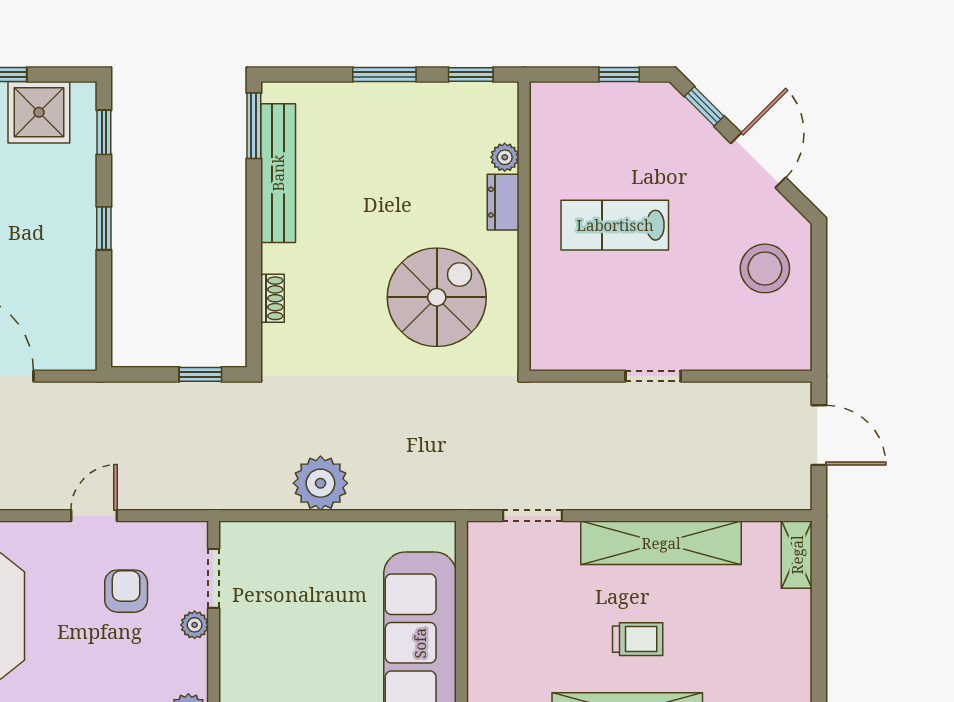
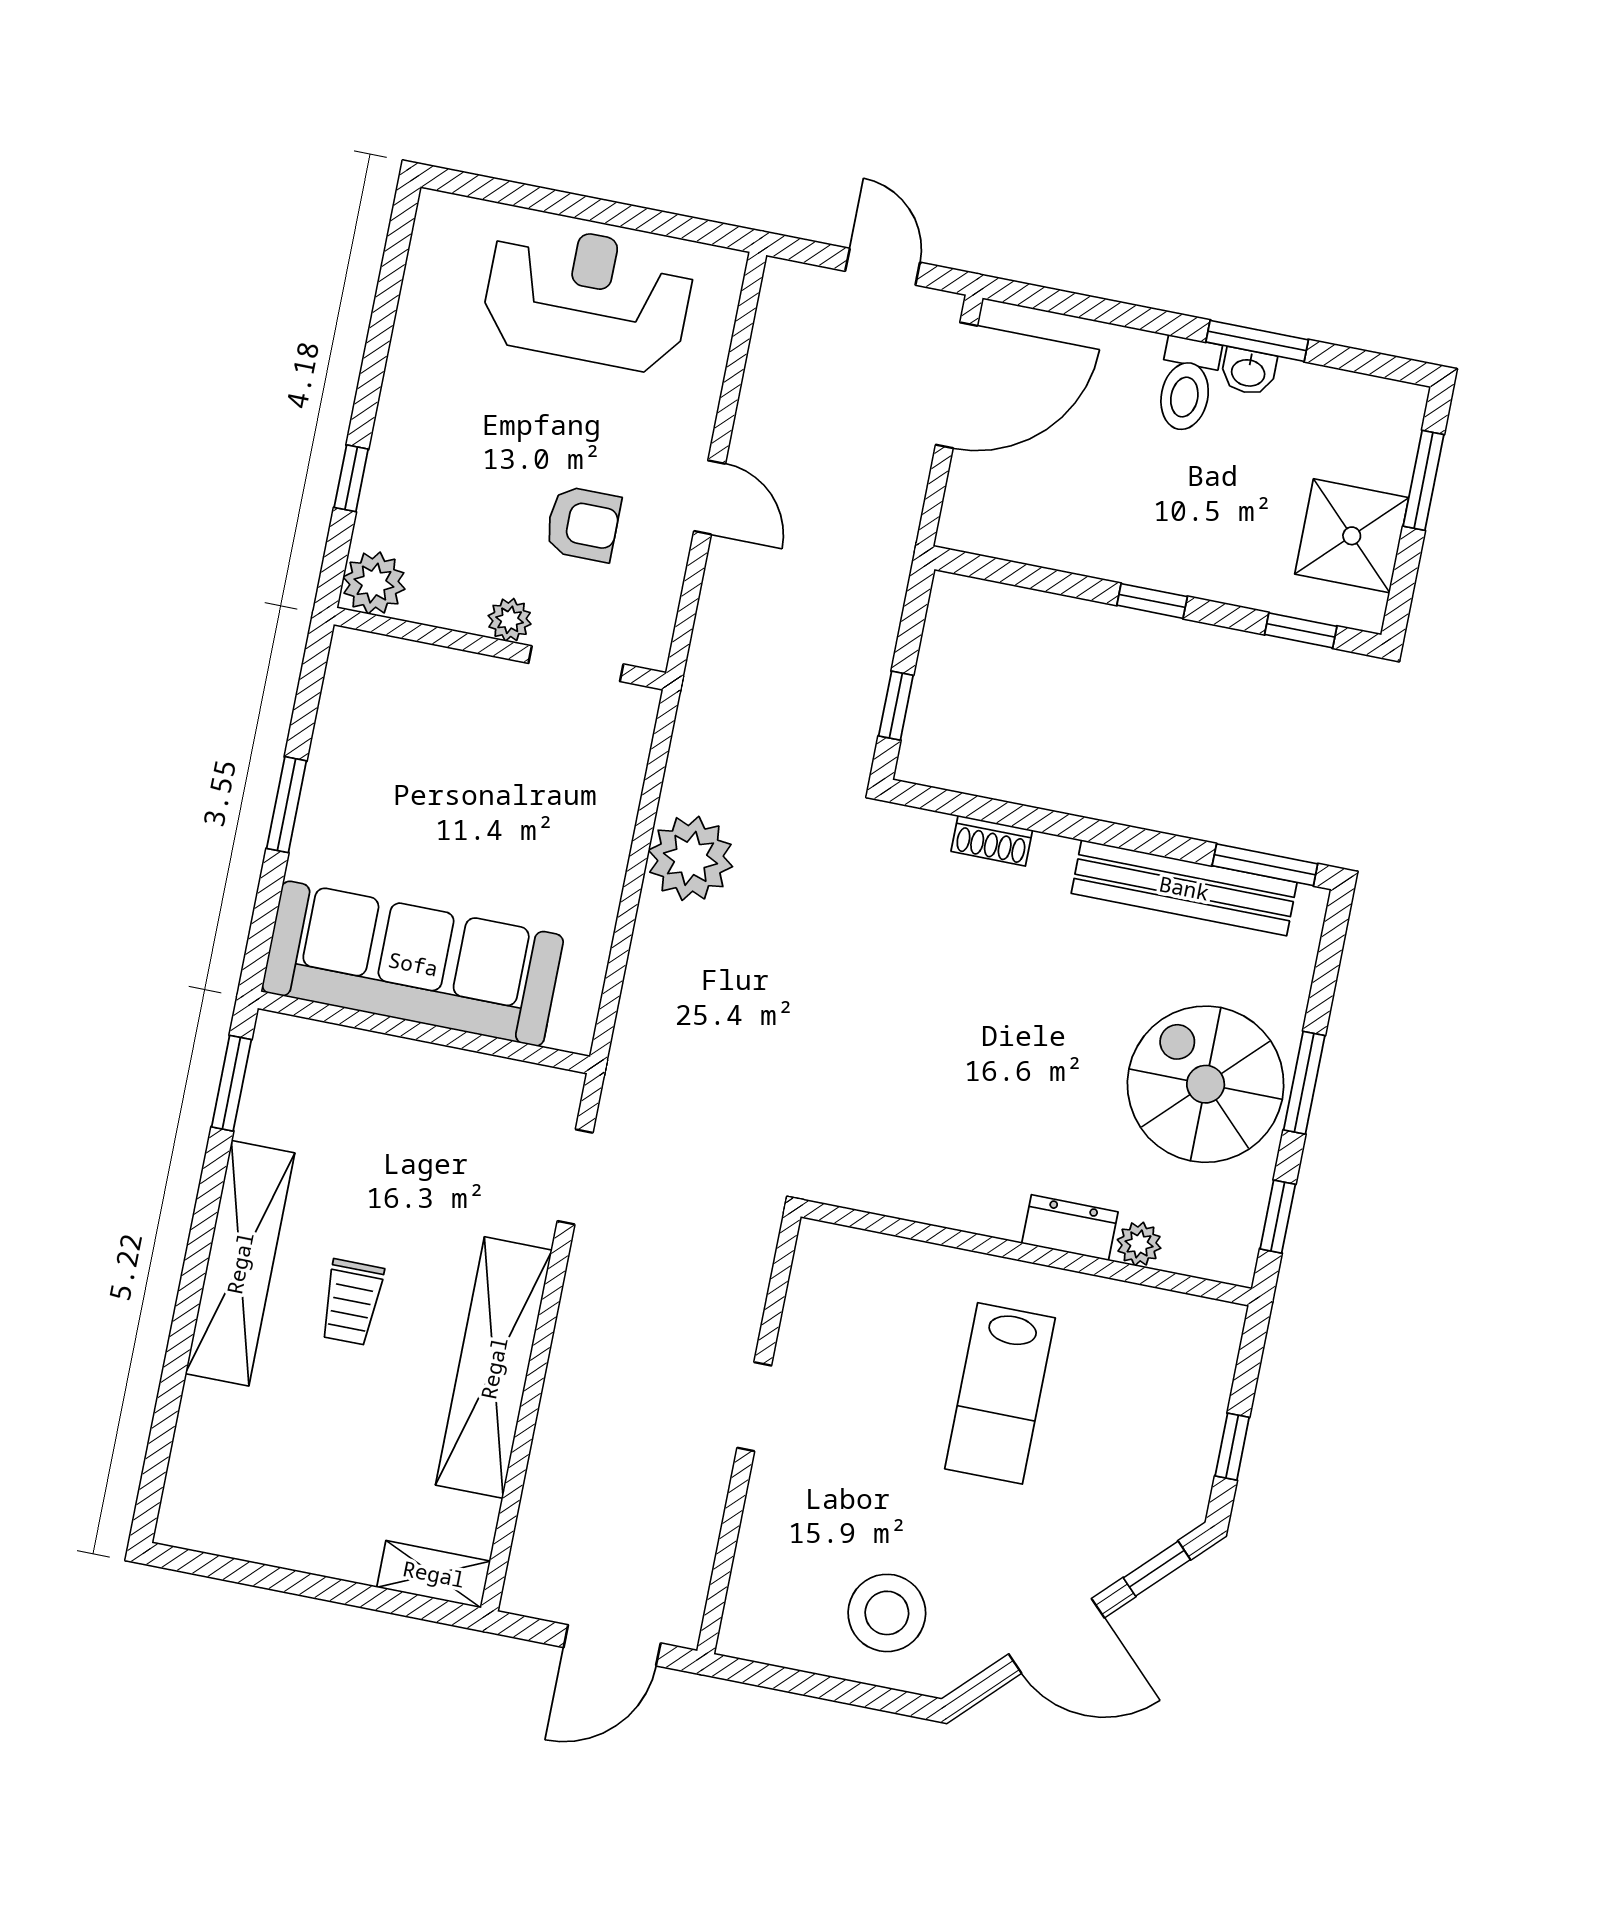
lab bench: (615, 225) -> (1000, 1393), turned 180
spiral stairs: (437, 297) -> (1206, 1084), moved, turned 180

